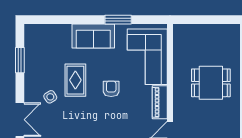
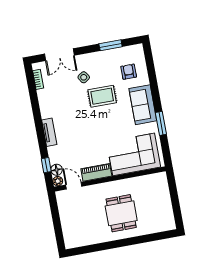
armchair: (111, 89) -> (129, 72), moved, turned -90

